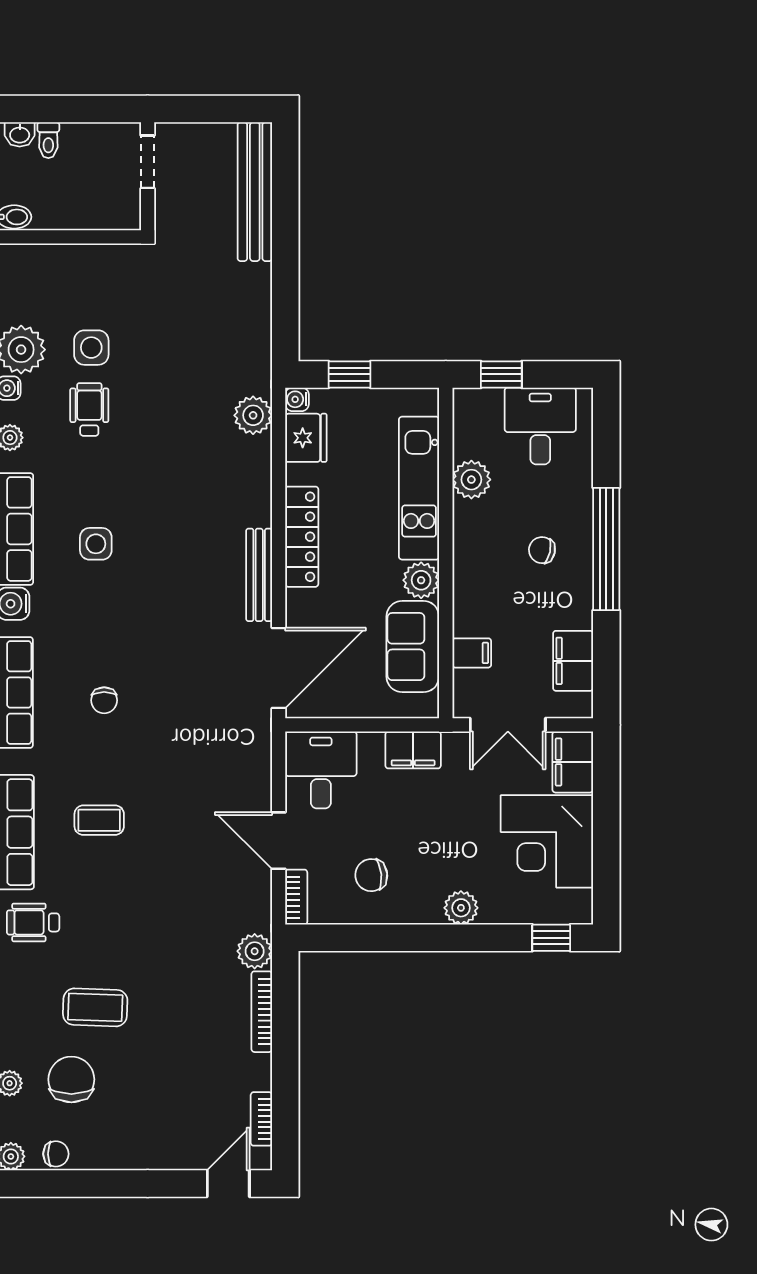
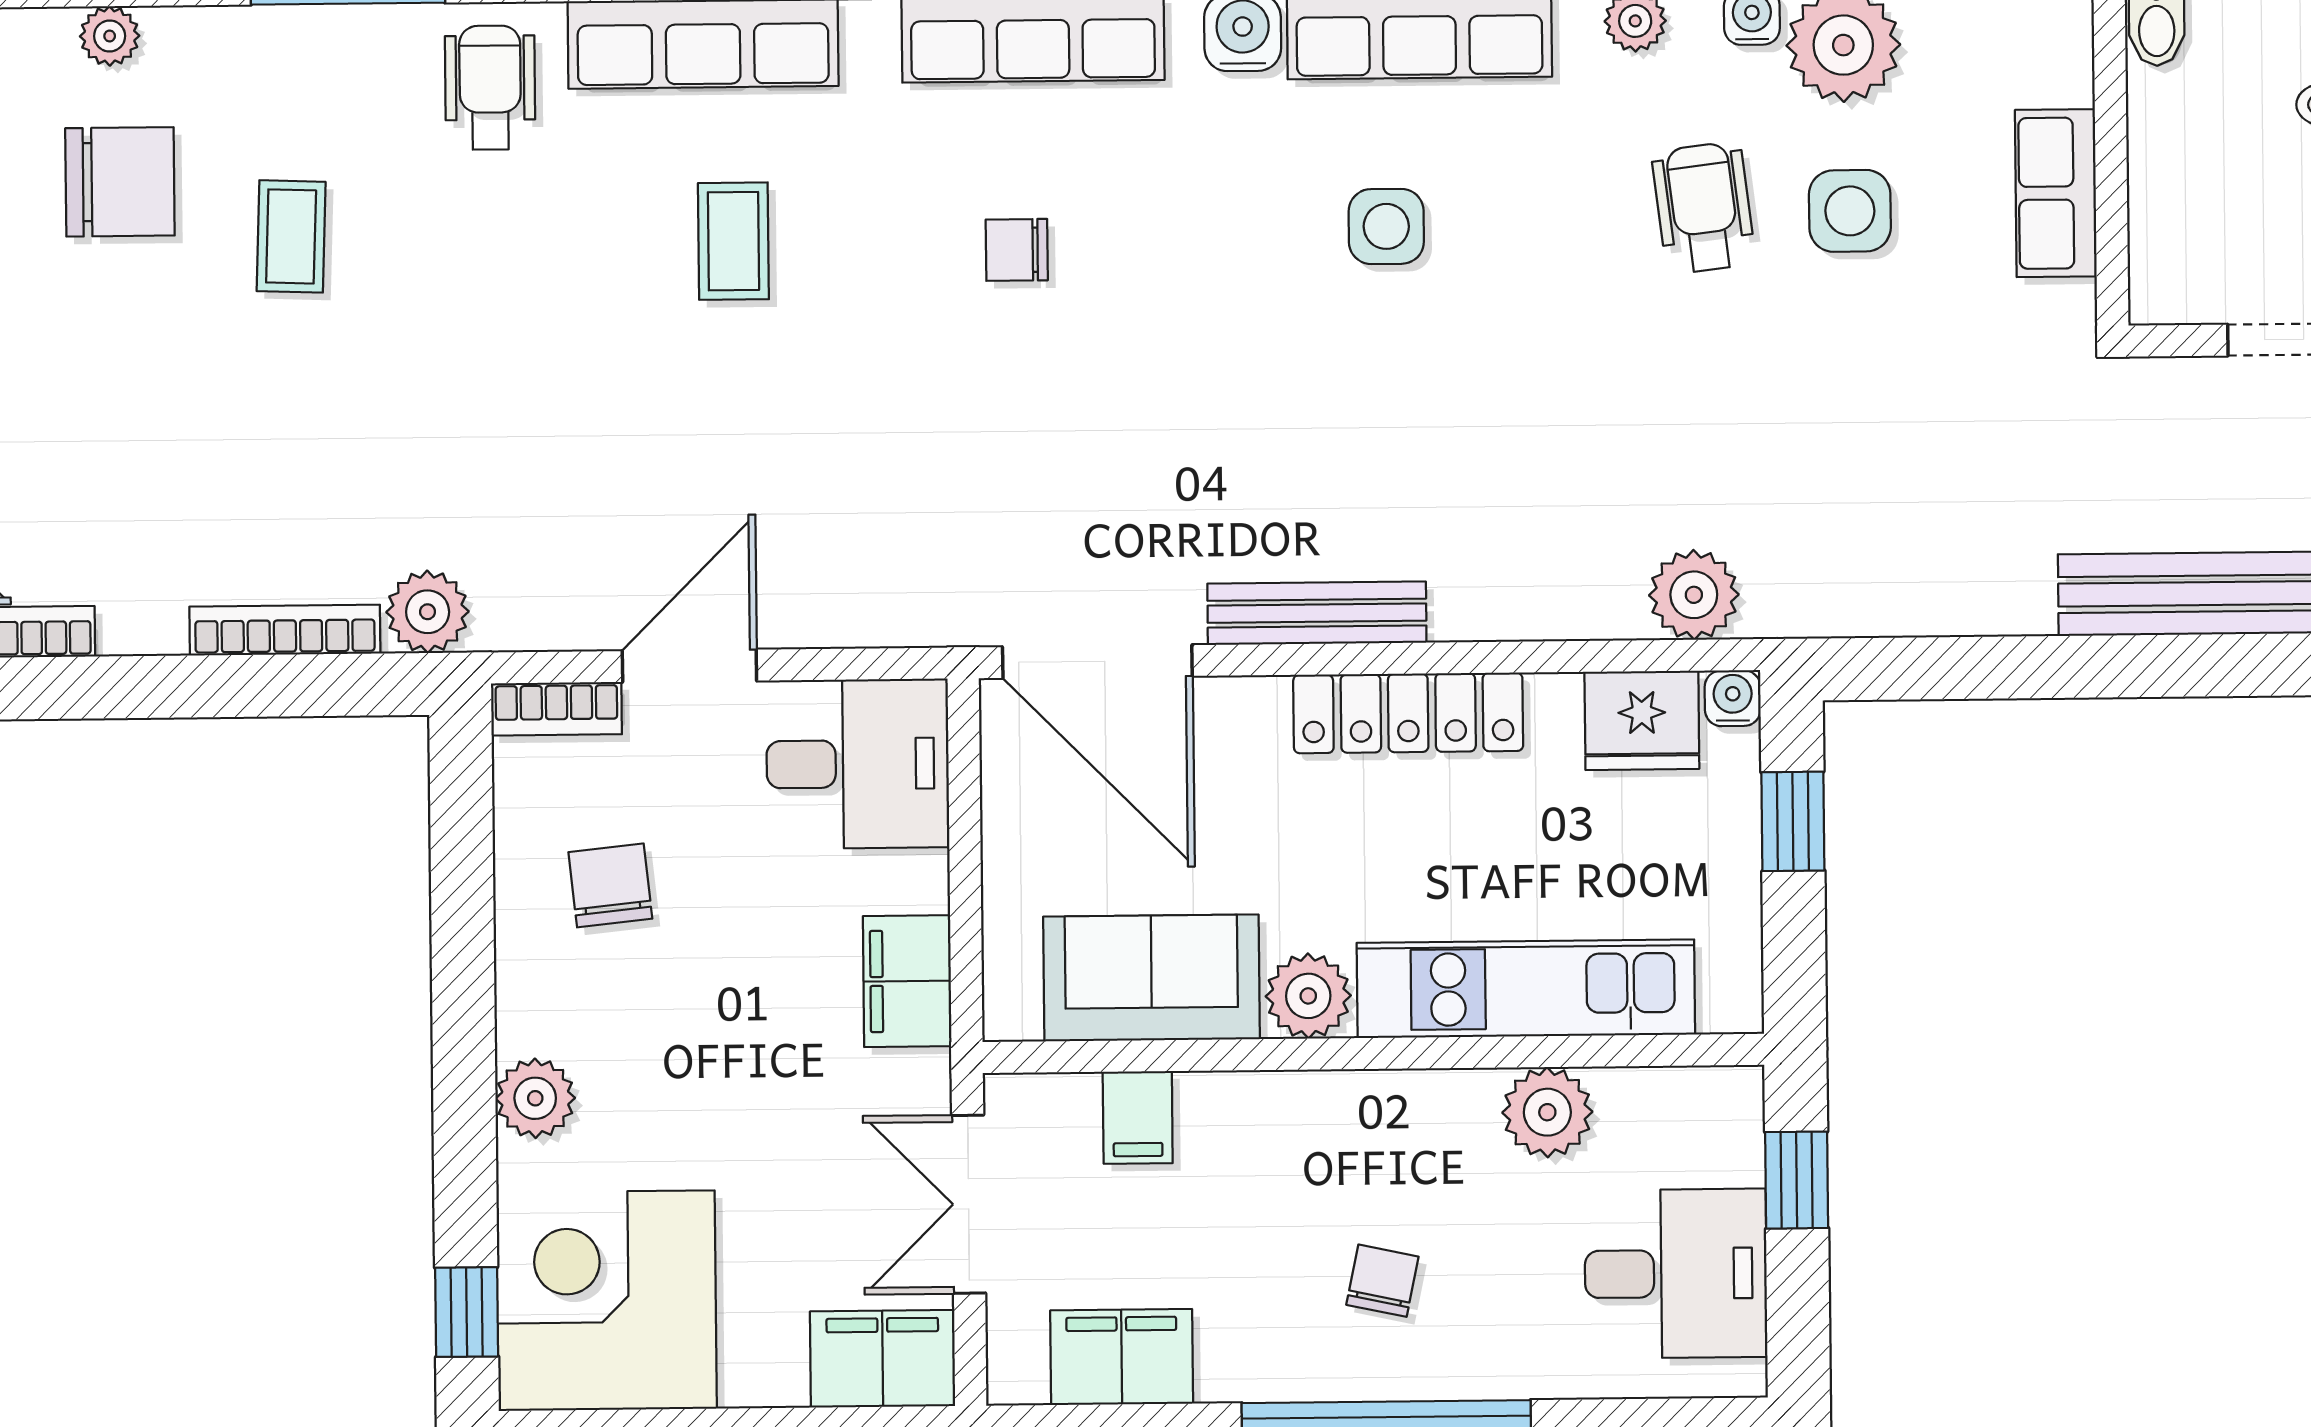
row of seats: (85, 260) -> (2056, 193), added
wheelchair: (89, 409) -> (1704, 208), turned -97
corner desk: (547, 841) -> (607, 1301), moved
coffee table: (95, 1007) -> (291, 236), width x0.73, depth x0.77

